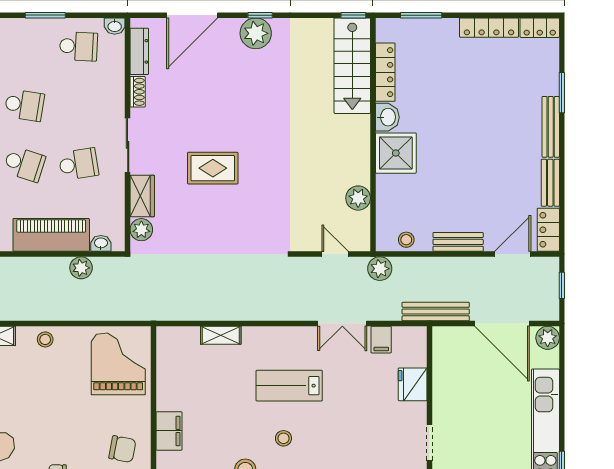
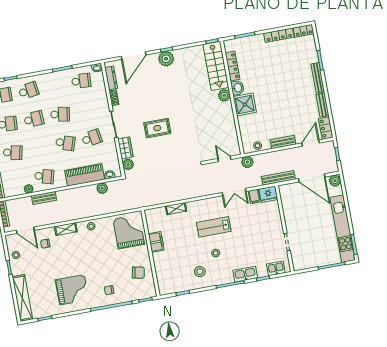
plant: (358, 198) -> (224, 95), moved
fridge: (413, 384) -> (268, 194), moved, turned -90
filing cabinet: (169, 431) -> (156, 242), moved

